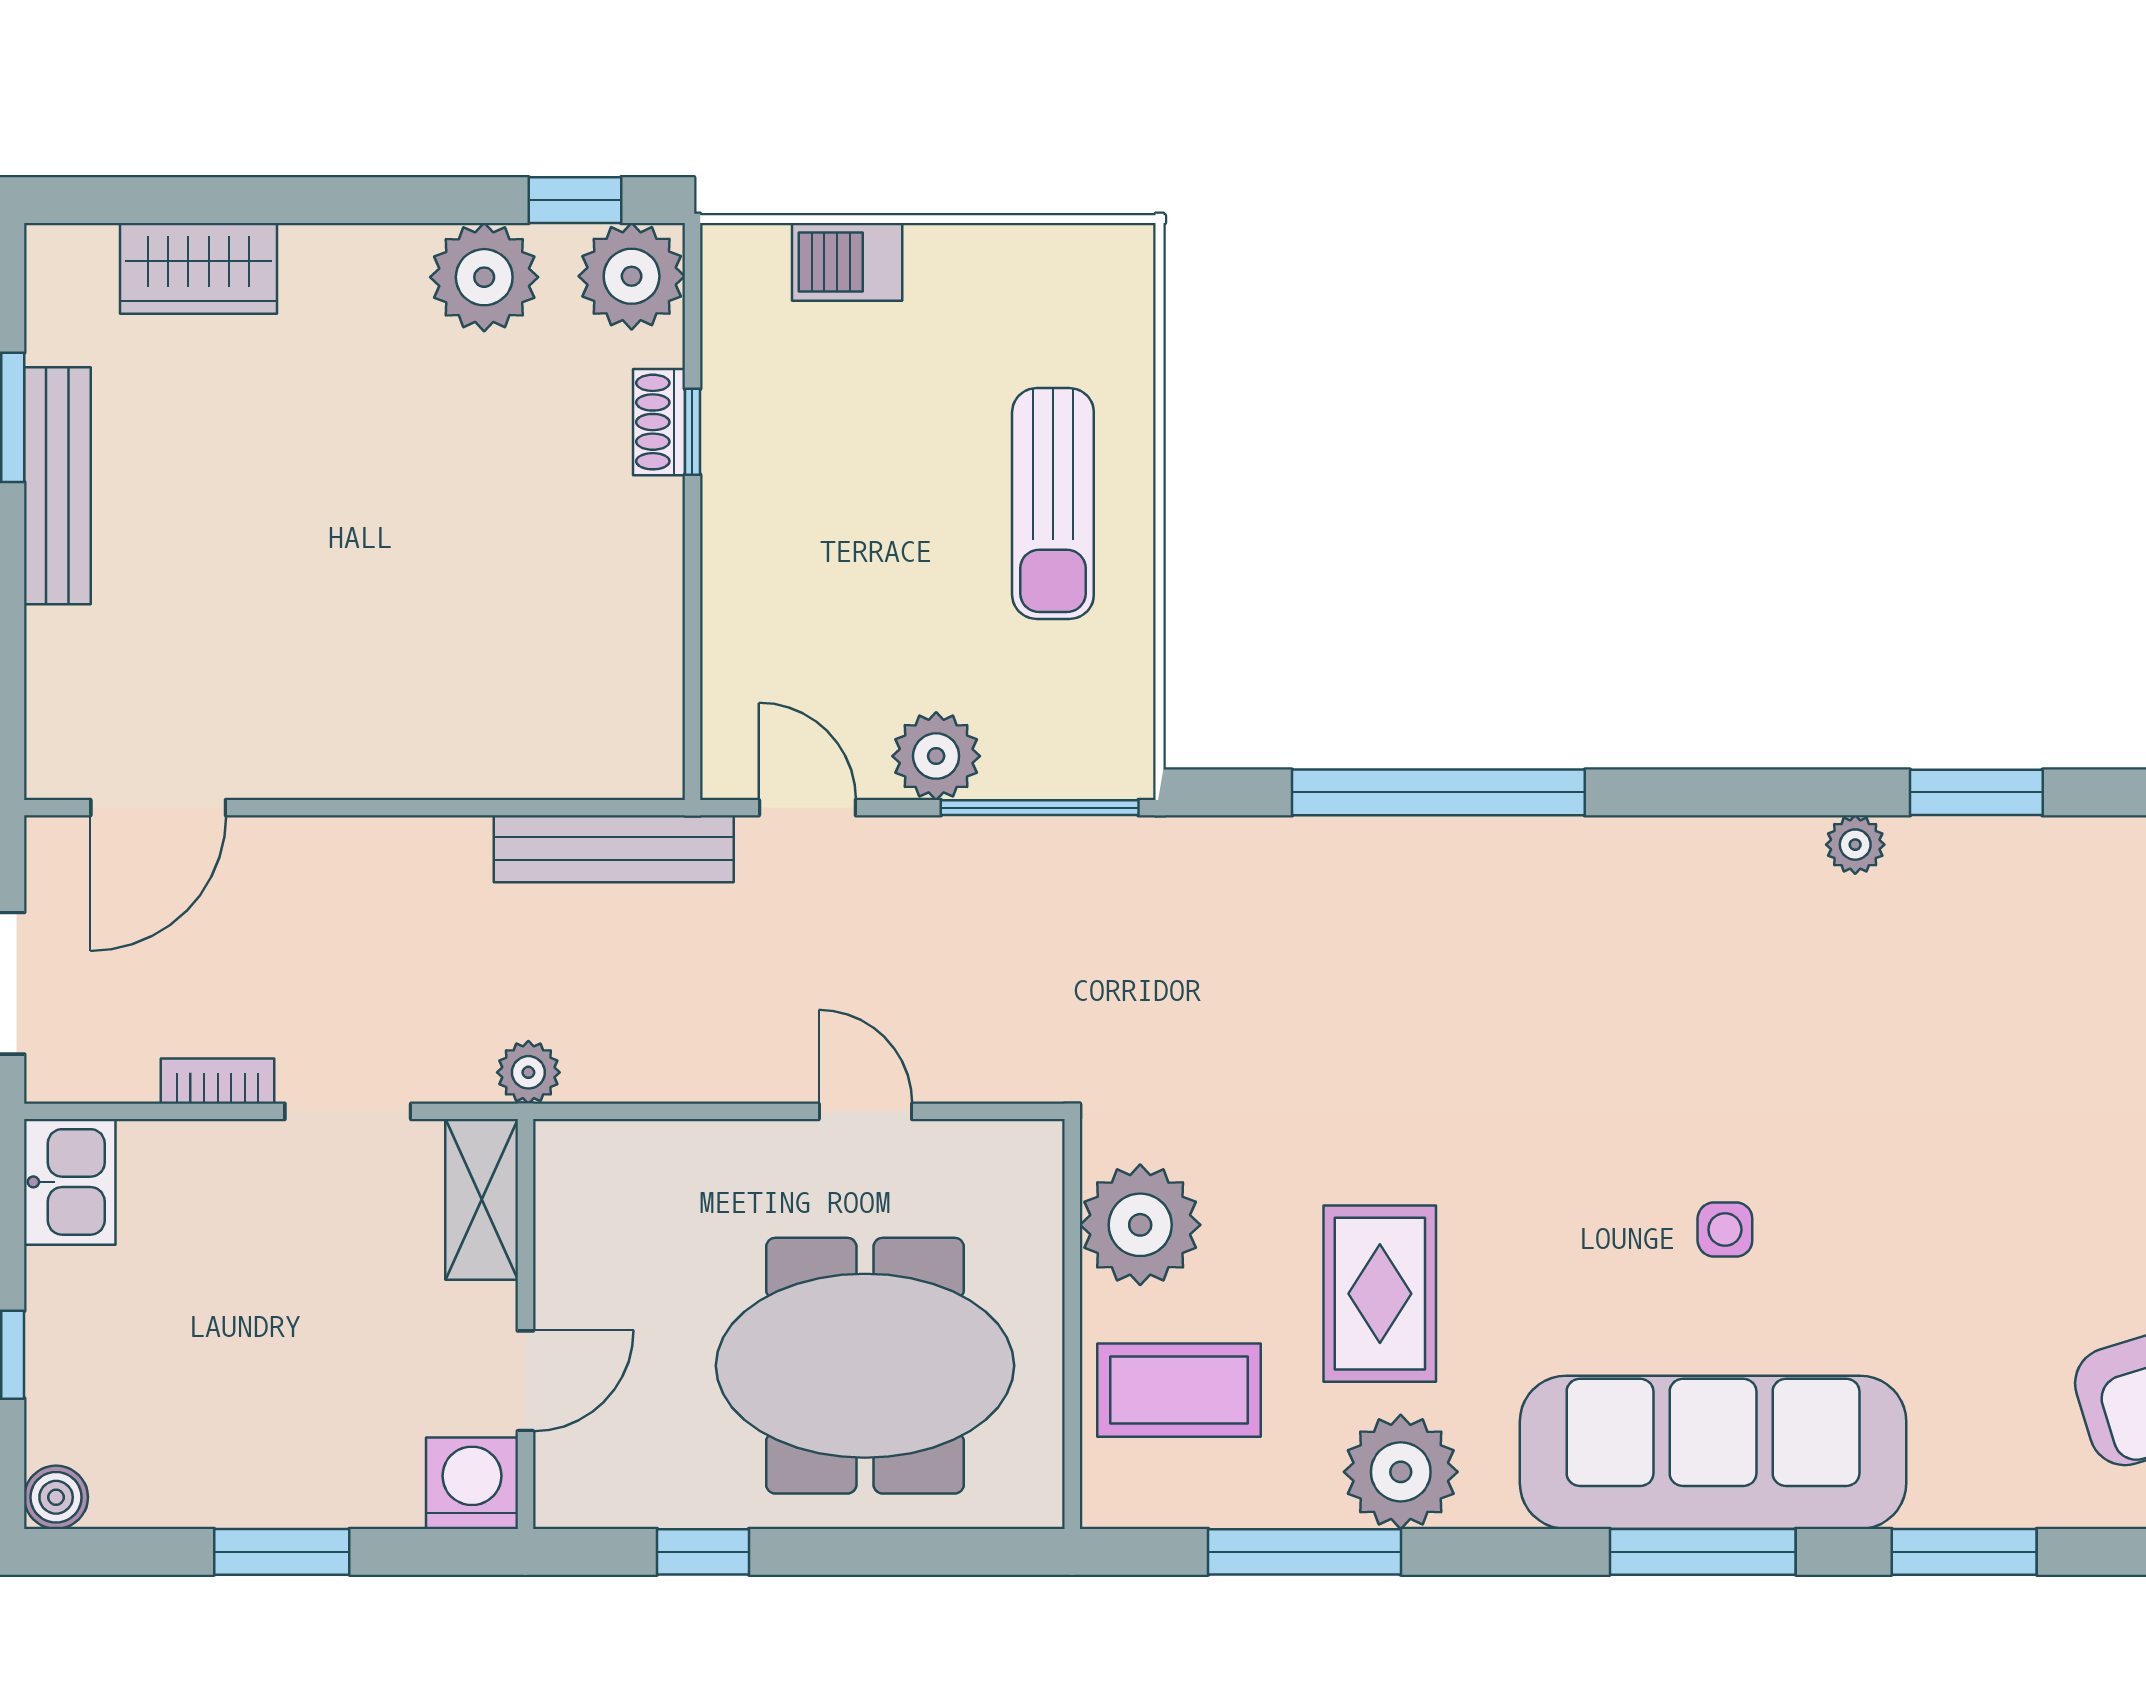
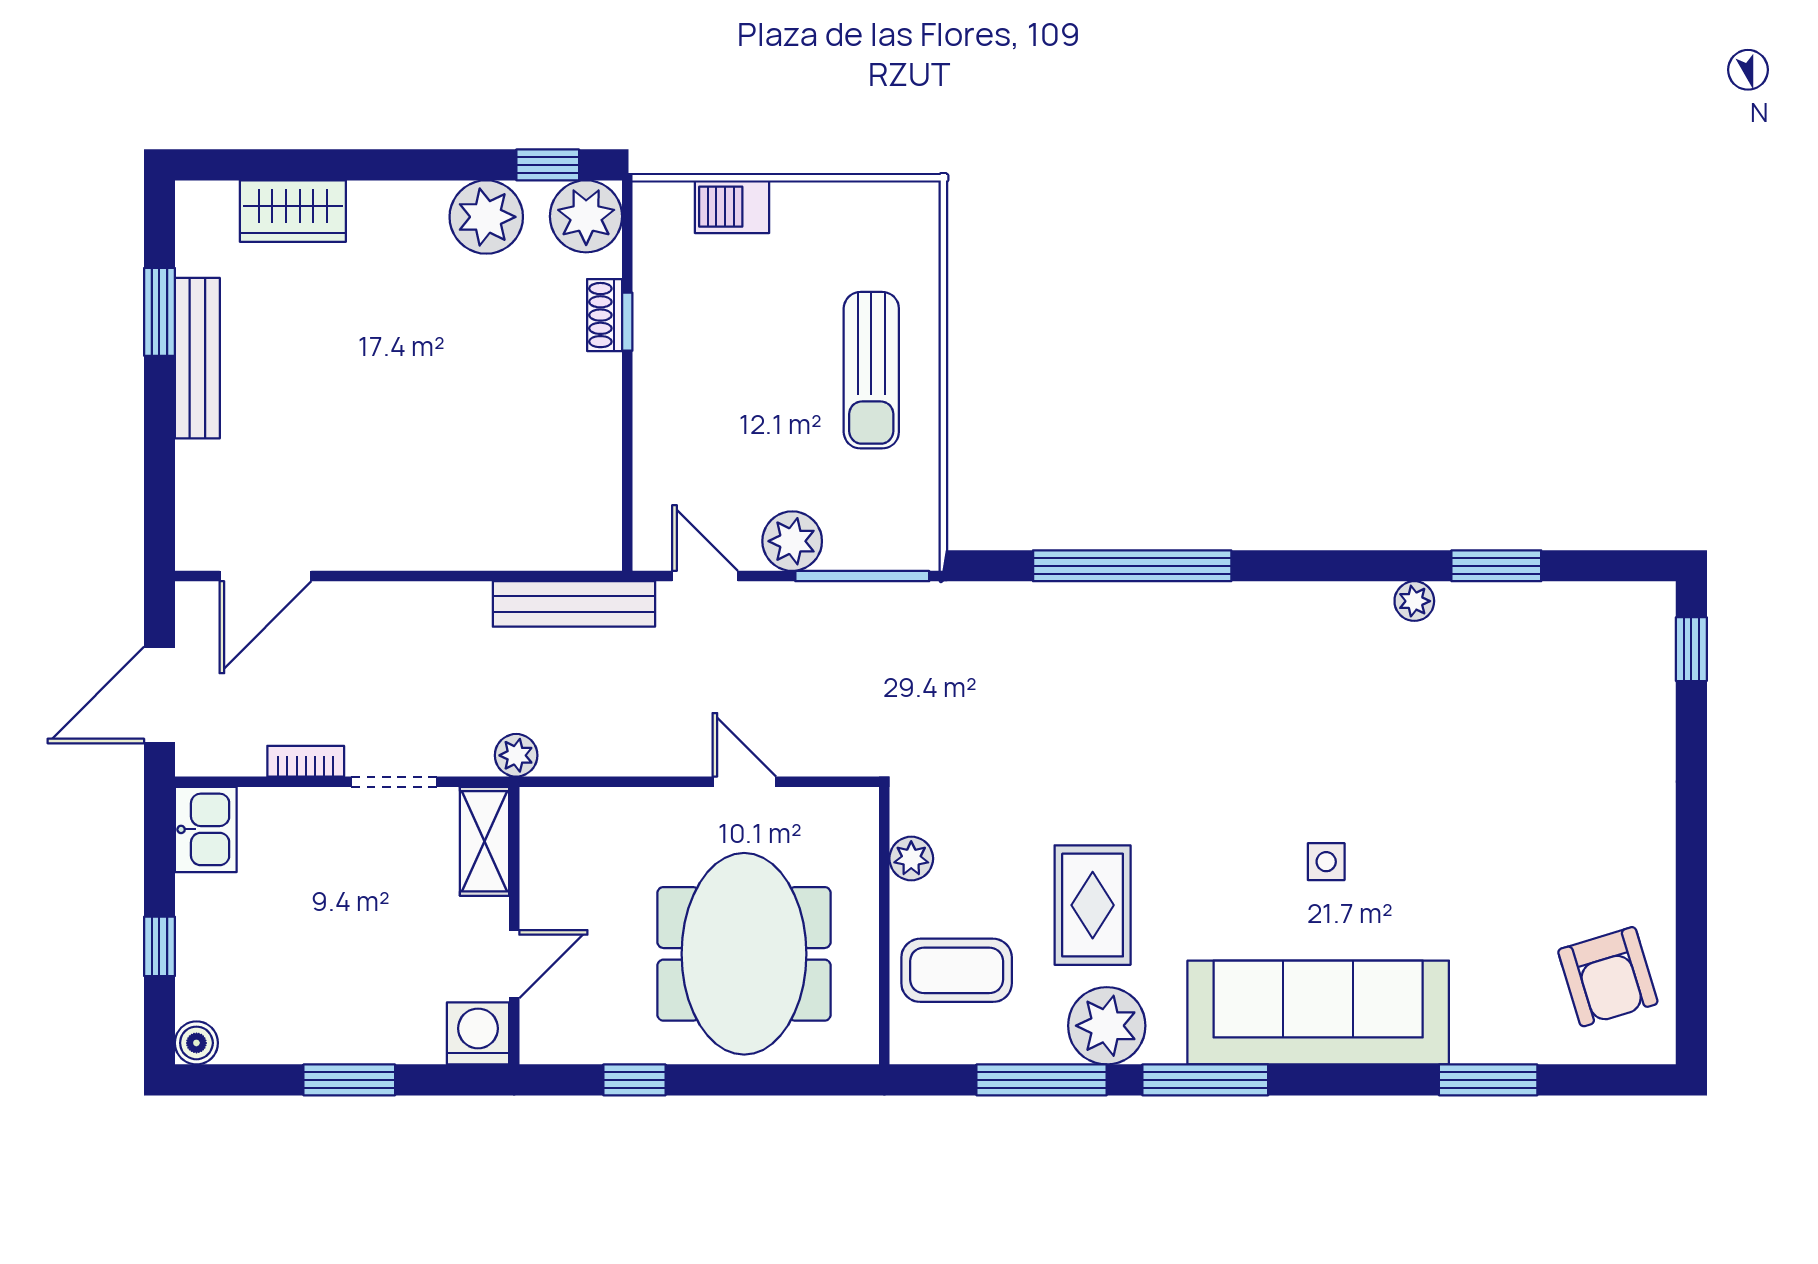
plant: (1140, 1225) -> (911, 859), width x0.53, depth x0.53
meeting table: (865, 1366) -> (744, 954), turned 90
window: (1703, 1552) -> (1205, 1080), moved

